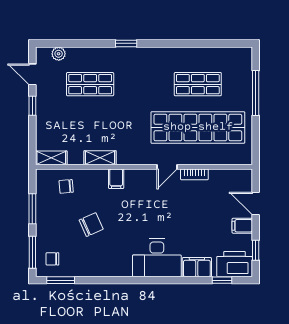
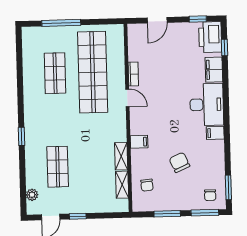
shelving: (51, 158) -> (122, 185), moved
filing cabinet: (242, 226) -> (215, 133), moved, turned 90

